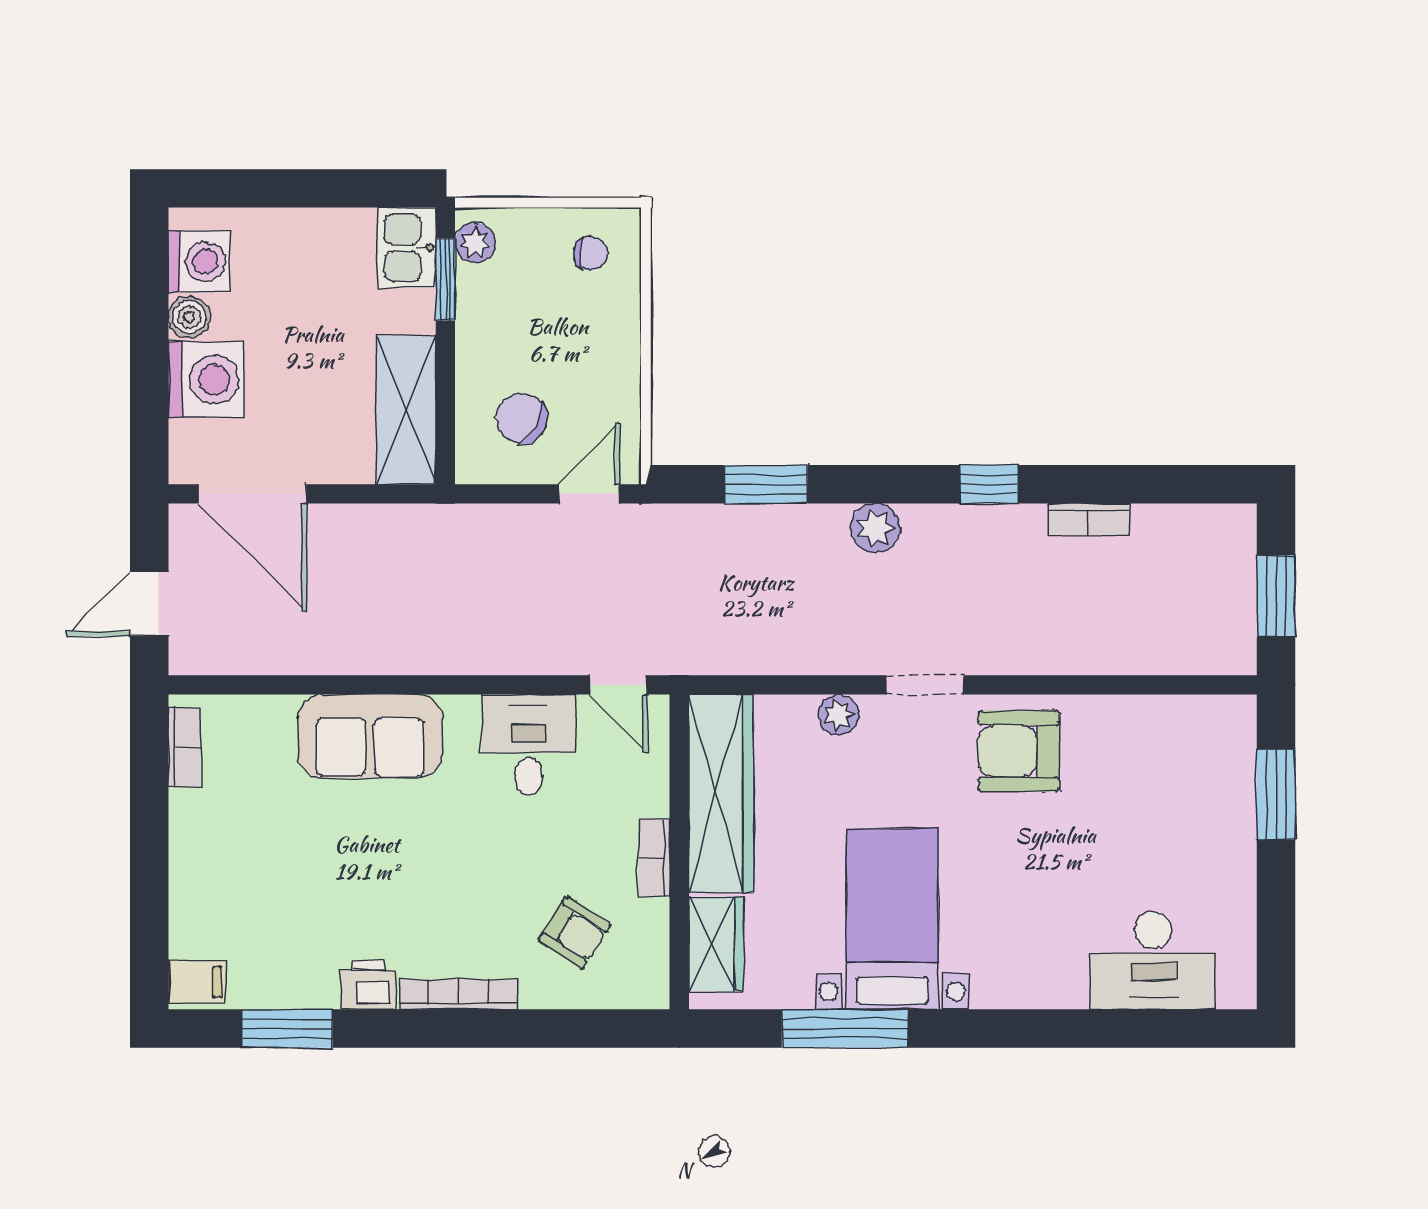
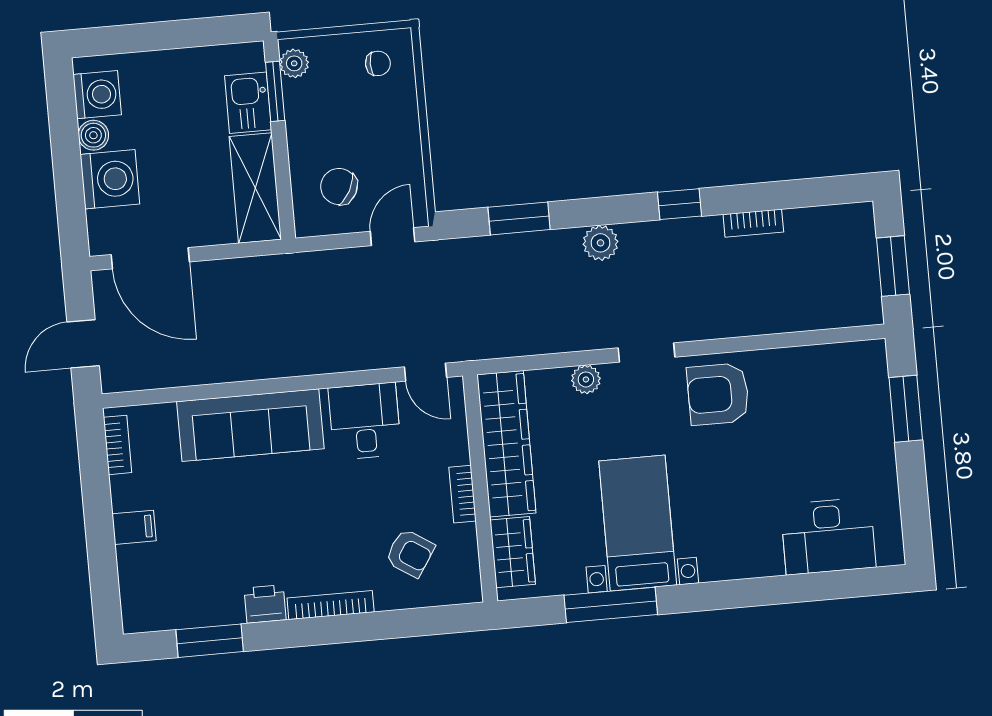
kitchen sink: (407, 248) -> (248, 103), moved
sofa: (370, 736) -> (250, 425), width x1.36
filing cabinet: (197, 982) -> (134, 527), moved

